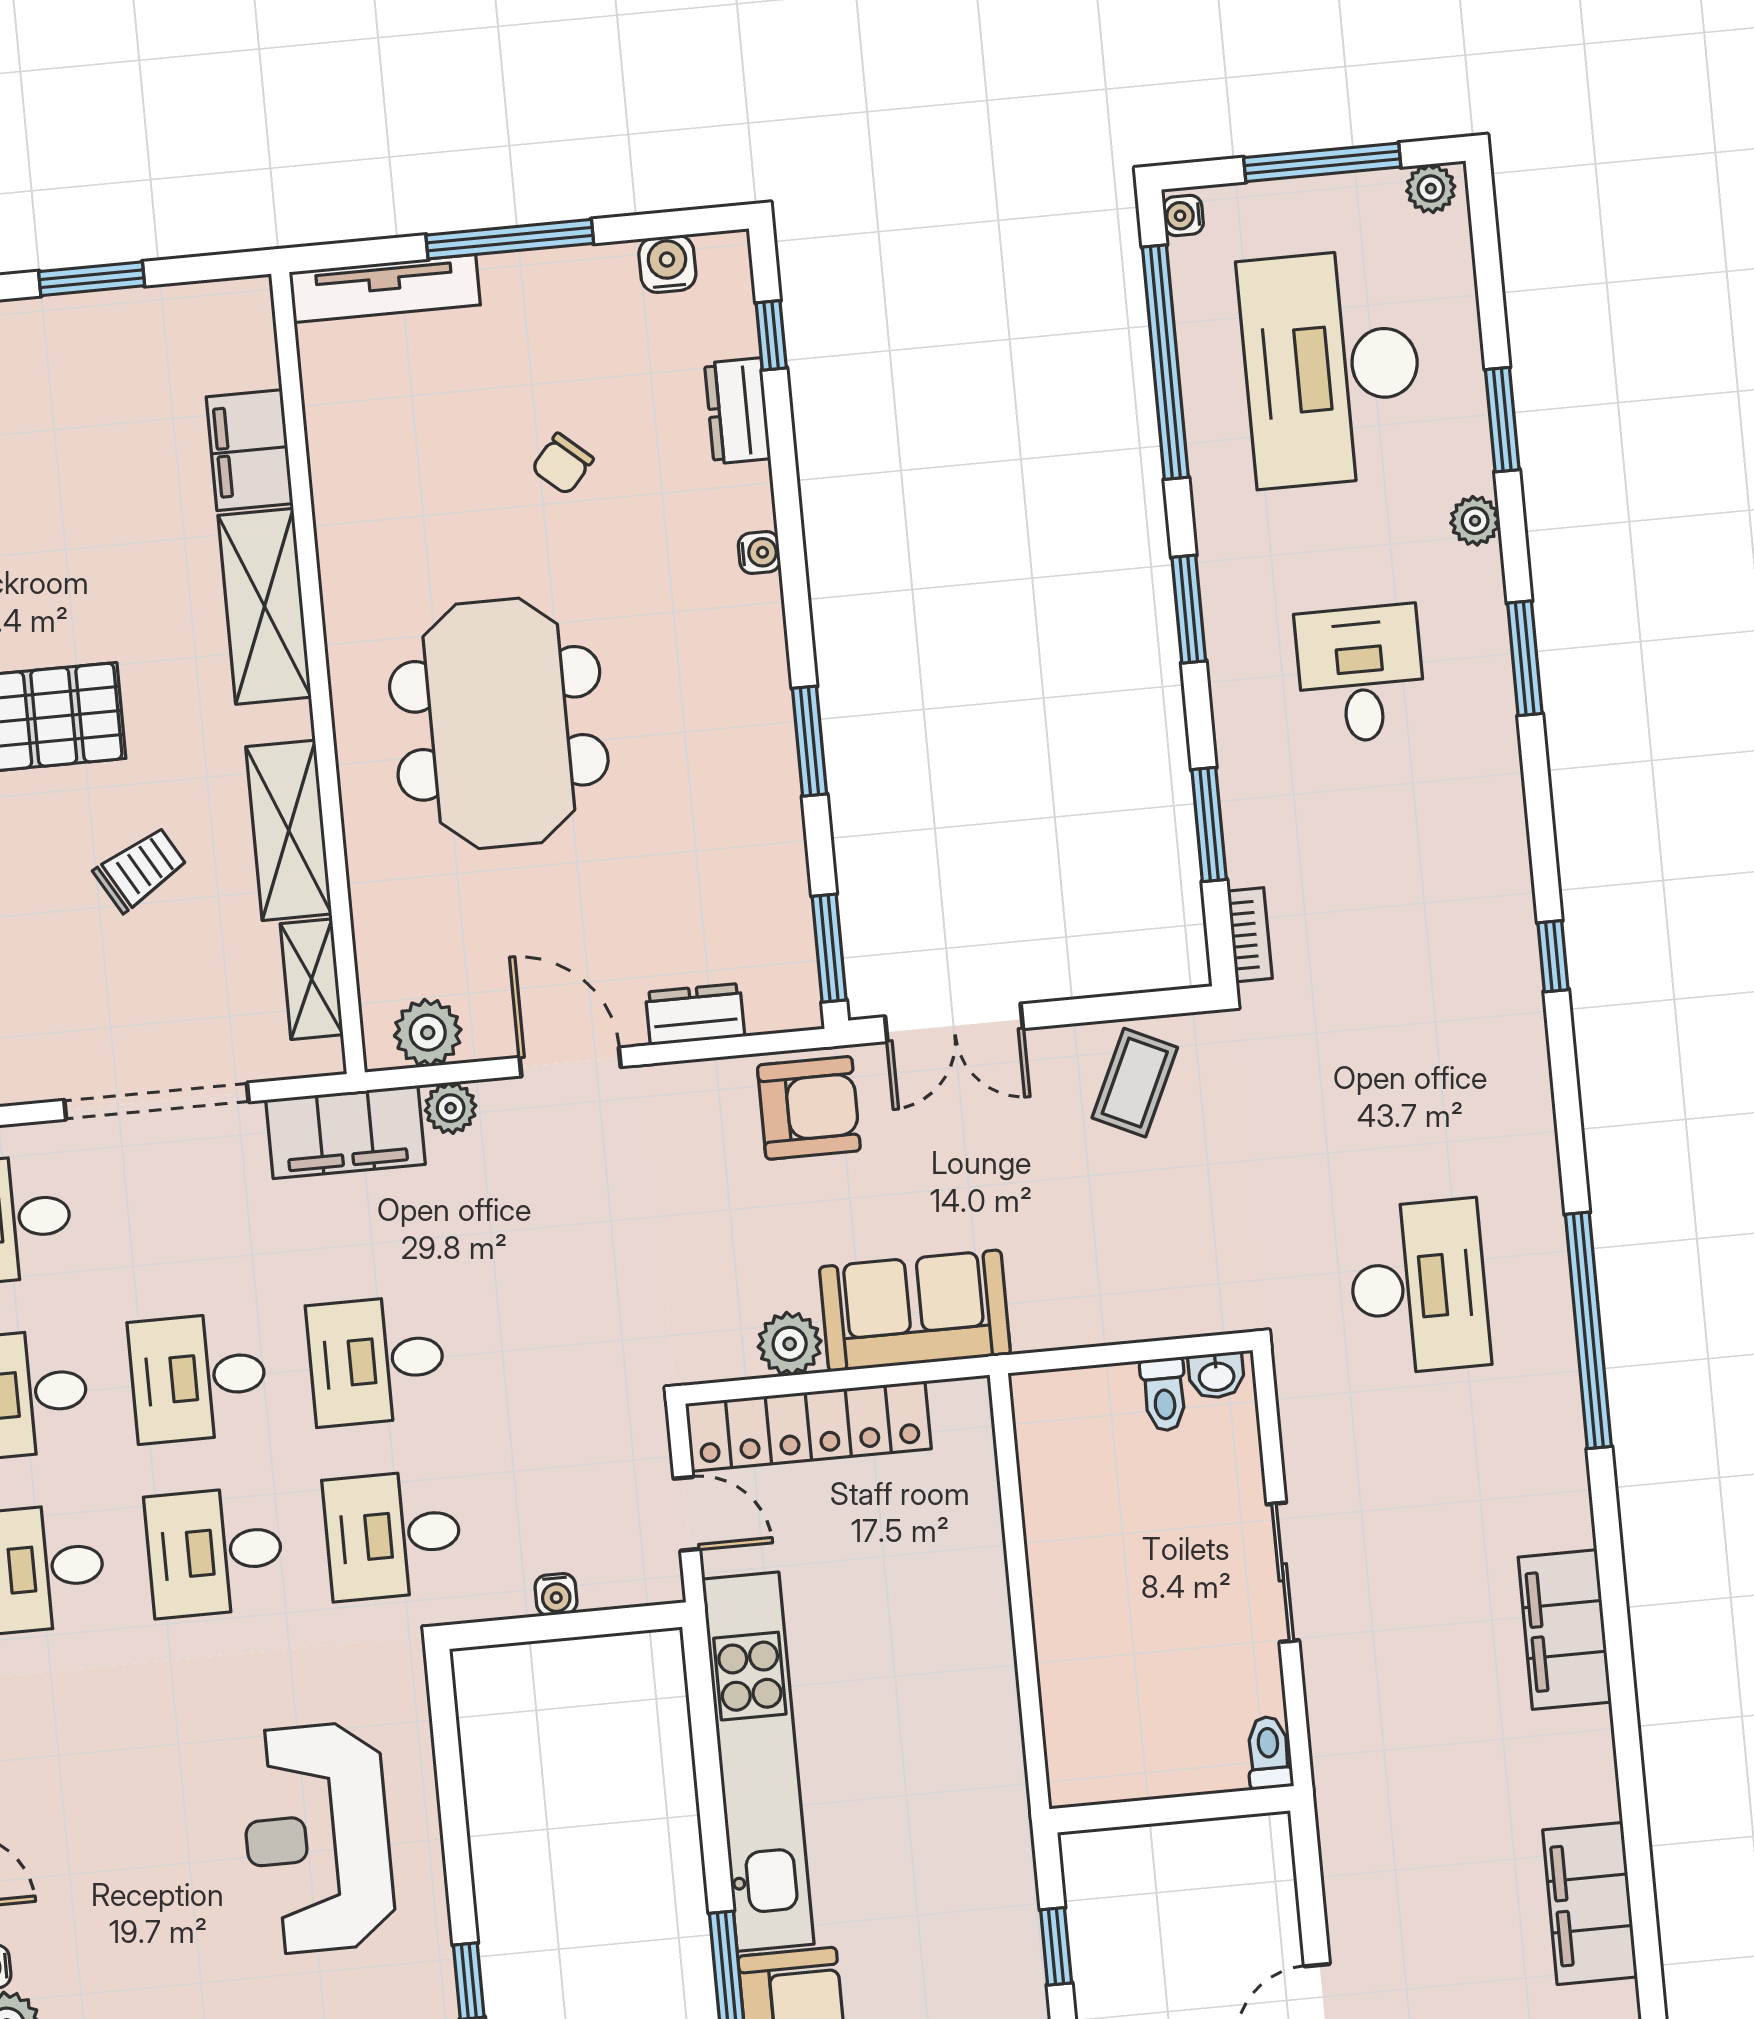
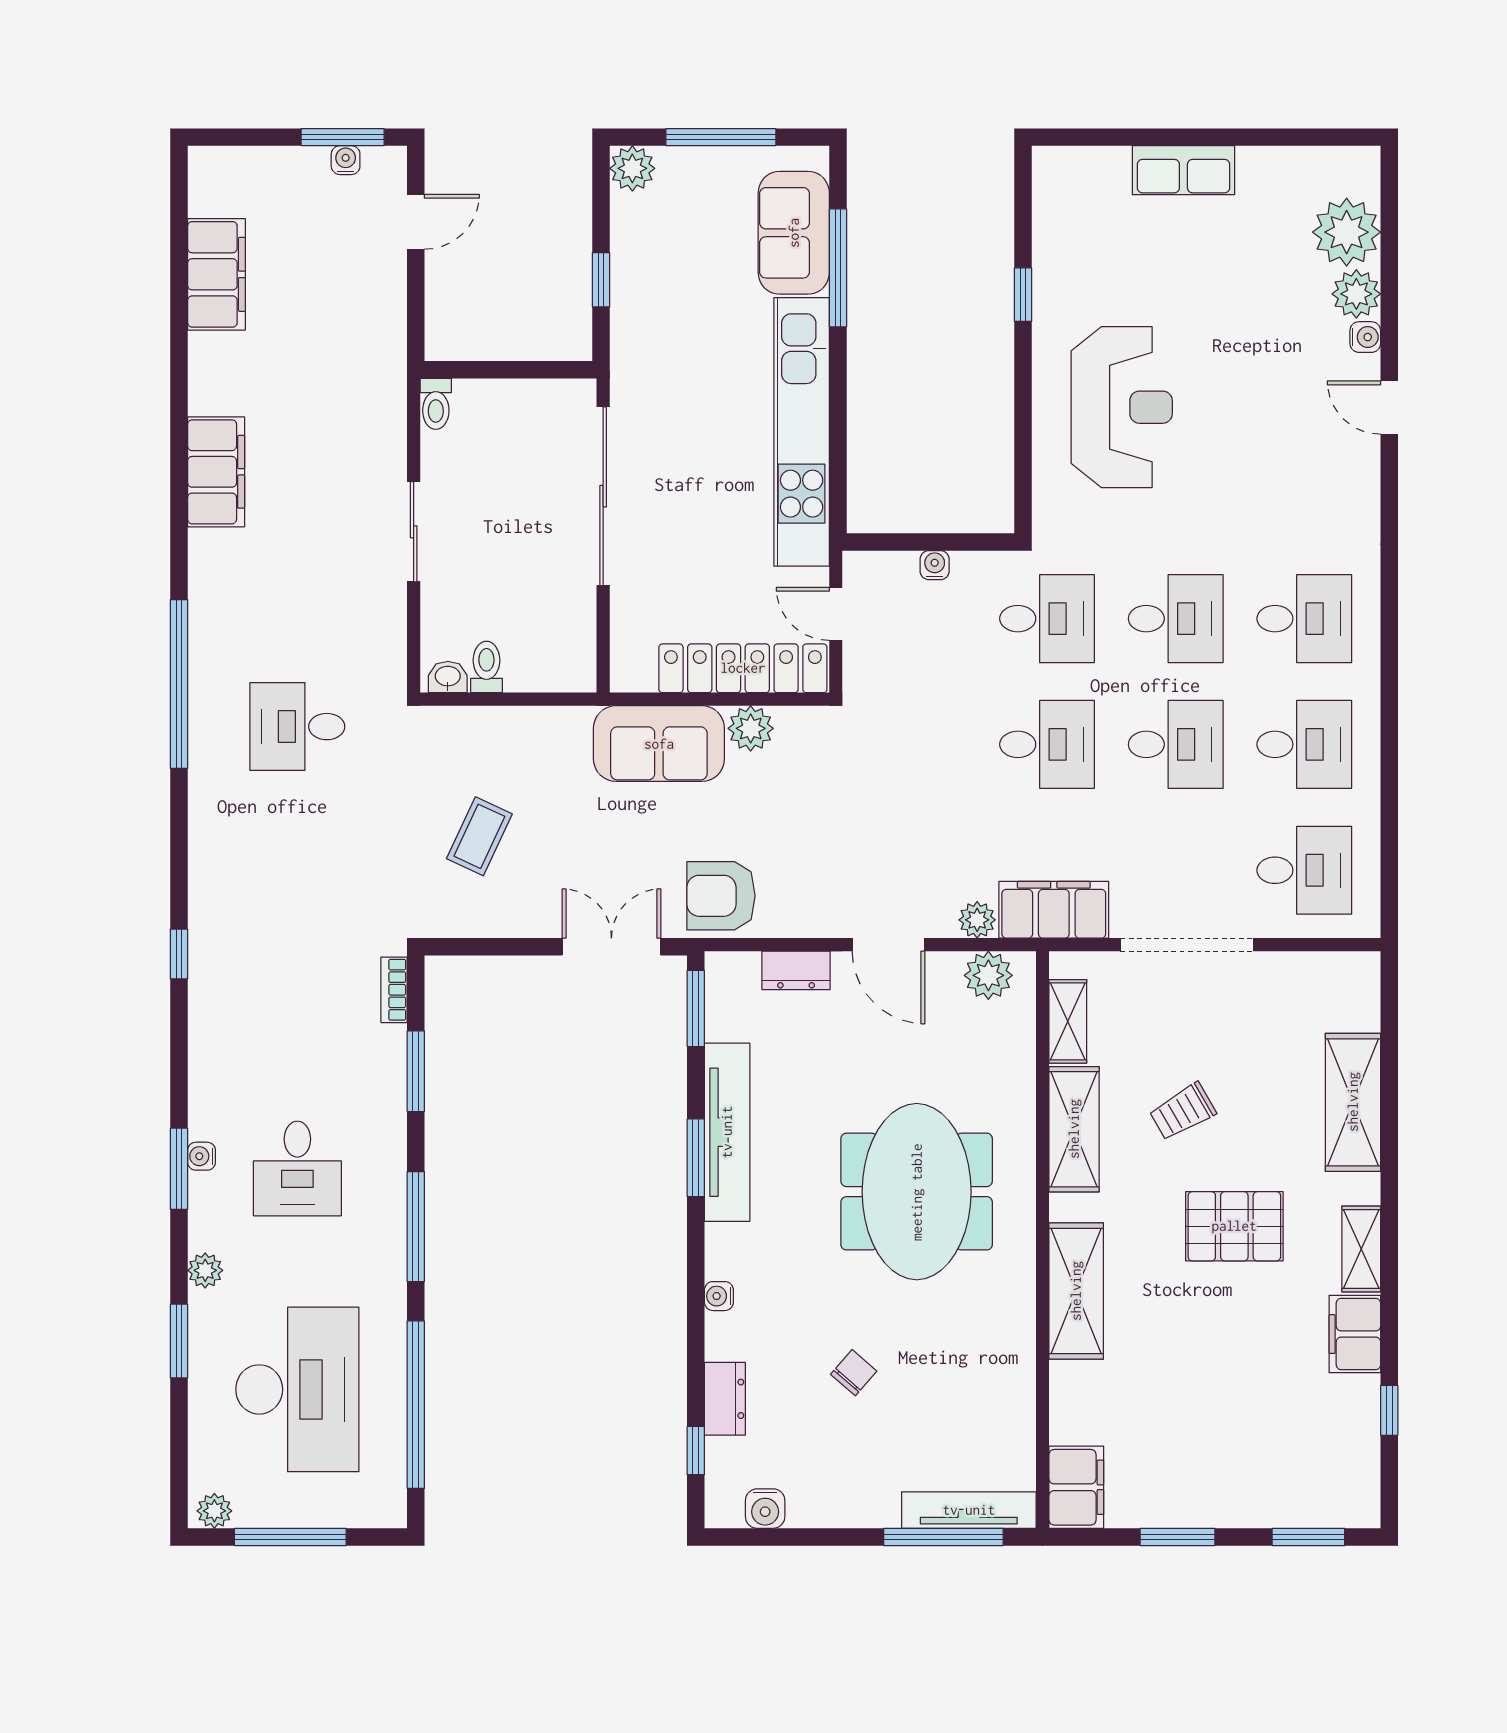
water cooler: (1183, 215) -> (202, 1156), moved, turned 180
window: (510, 239) -> (943, 1537), moved
filing cabinet: (250, 450) -> (1076, 1487), moved
window: (1189, 609) -> (416, 1227), width x1.44
tv unit: (769, 781) -> (727, 1132), added
coffee table: (1135, 1083) -> (479, 836), moved
desk: (1419, 1287) -> (297, 727), width x0.73
sliding door: (1025, 1646) -> (603, 496), added

